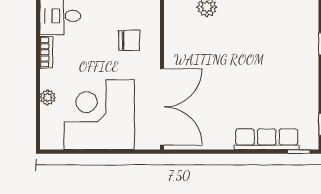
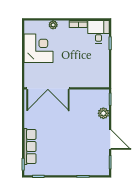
chair: (129, 40) -> (85, 70), removed
corner desk: (99, 115) -> (38, 48), width x0.74, depth x0.74

